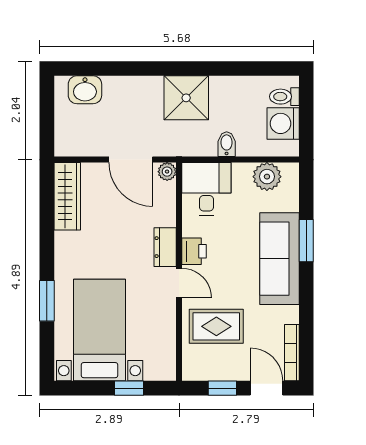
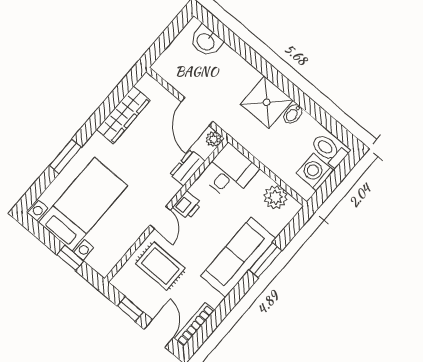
toilet: (284, 97) -> (329, 150), width x1.37, depth x1.39
bidet: (227, 144) -> (293, 114), moved, turned 180
wardrobe: (67, 196) -> (123, 115), moved
dresser: (165, 247) -> (187, 168), moved

